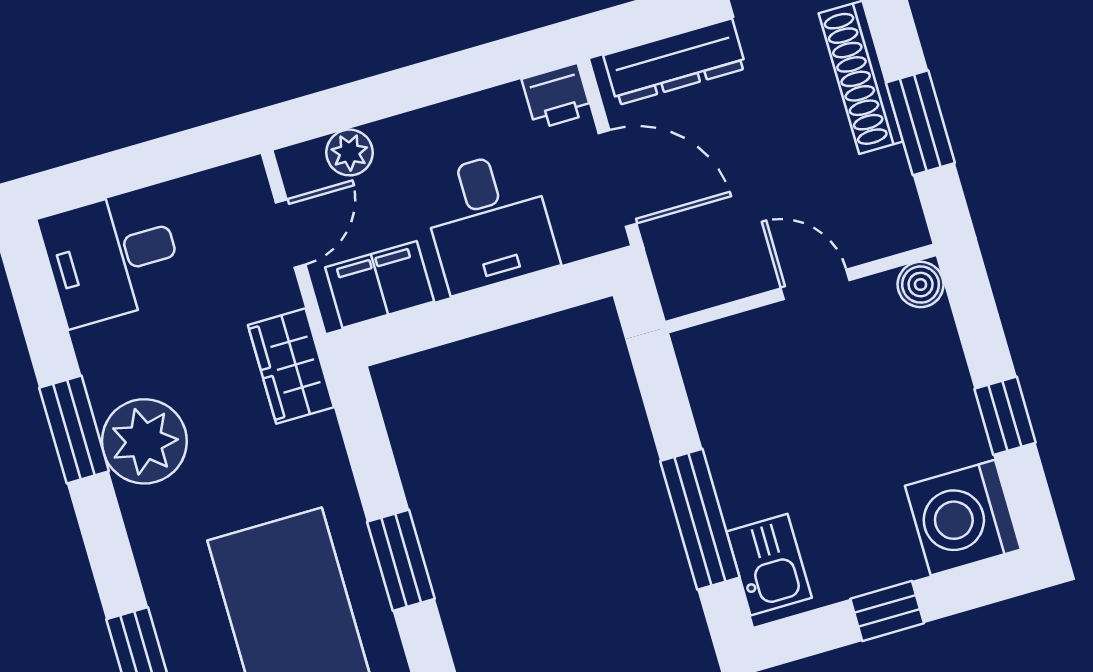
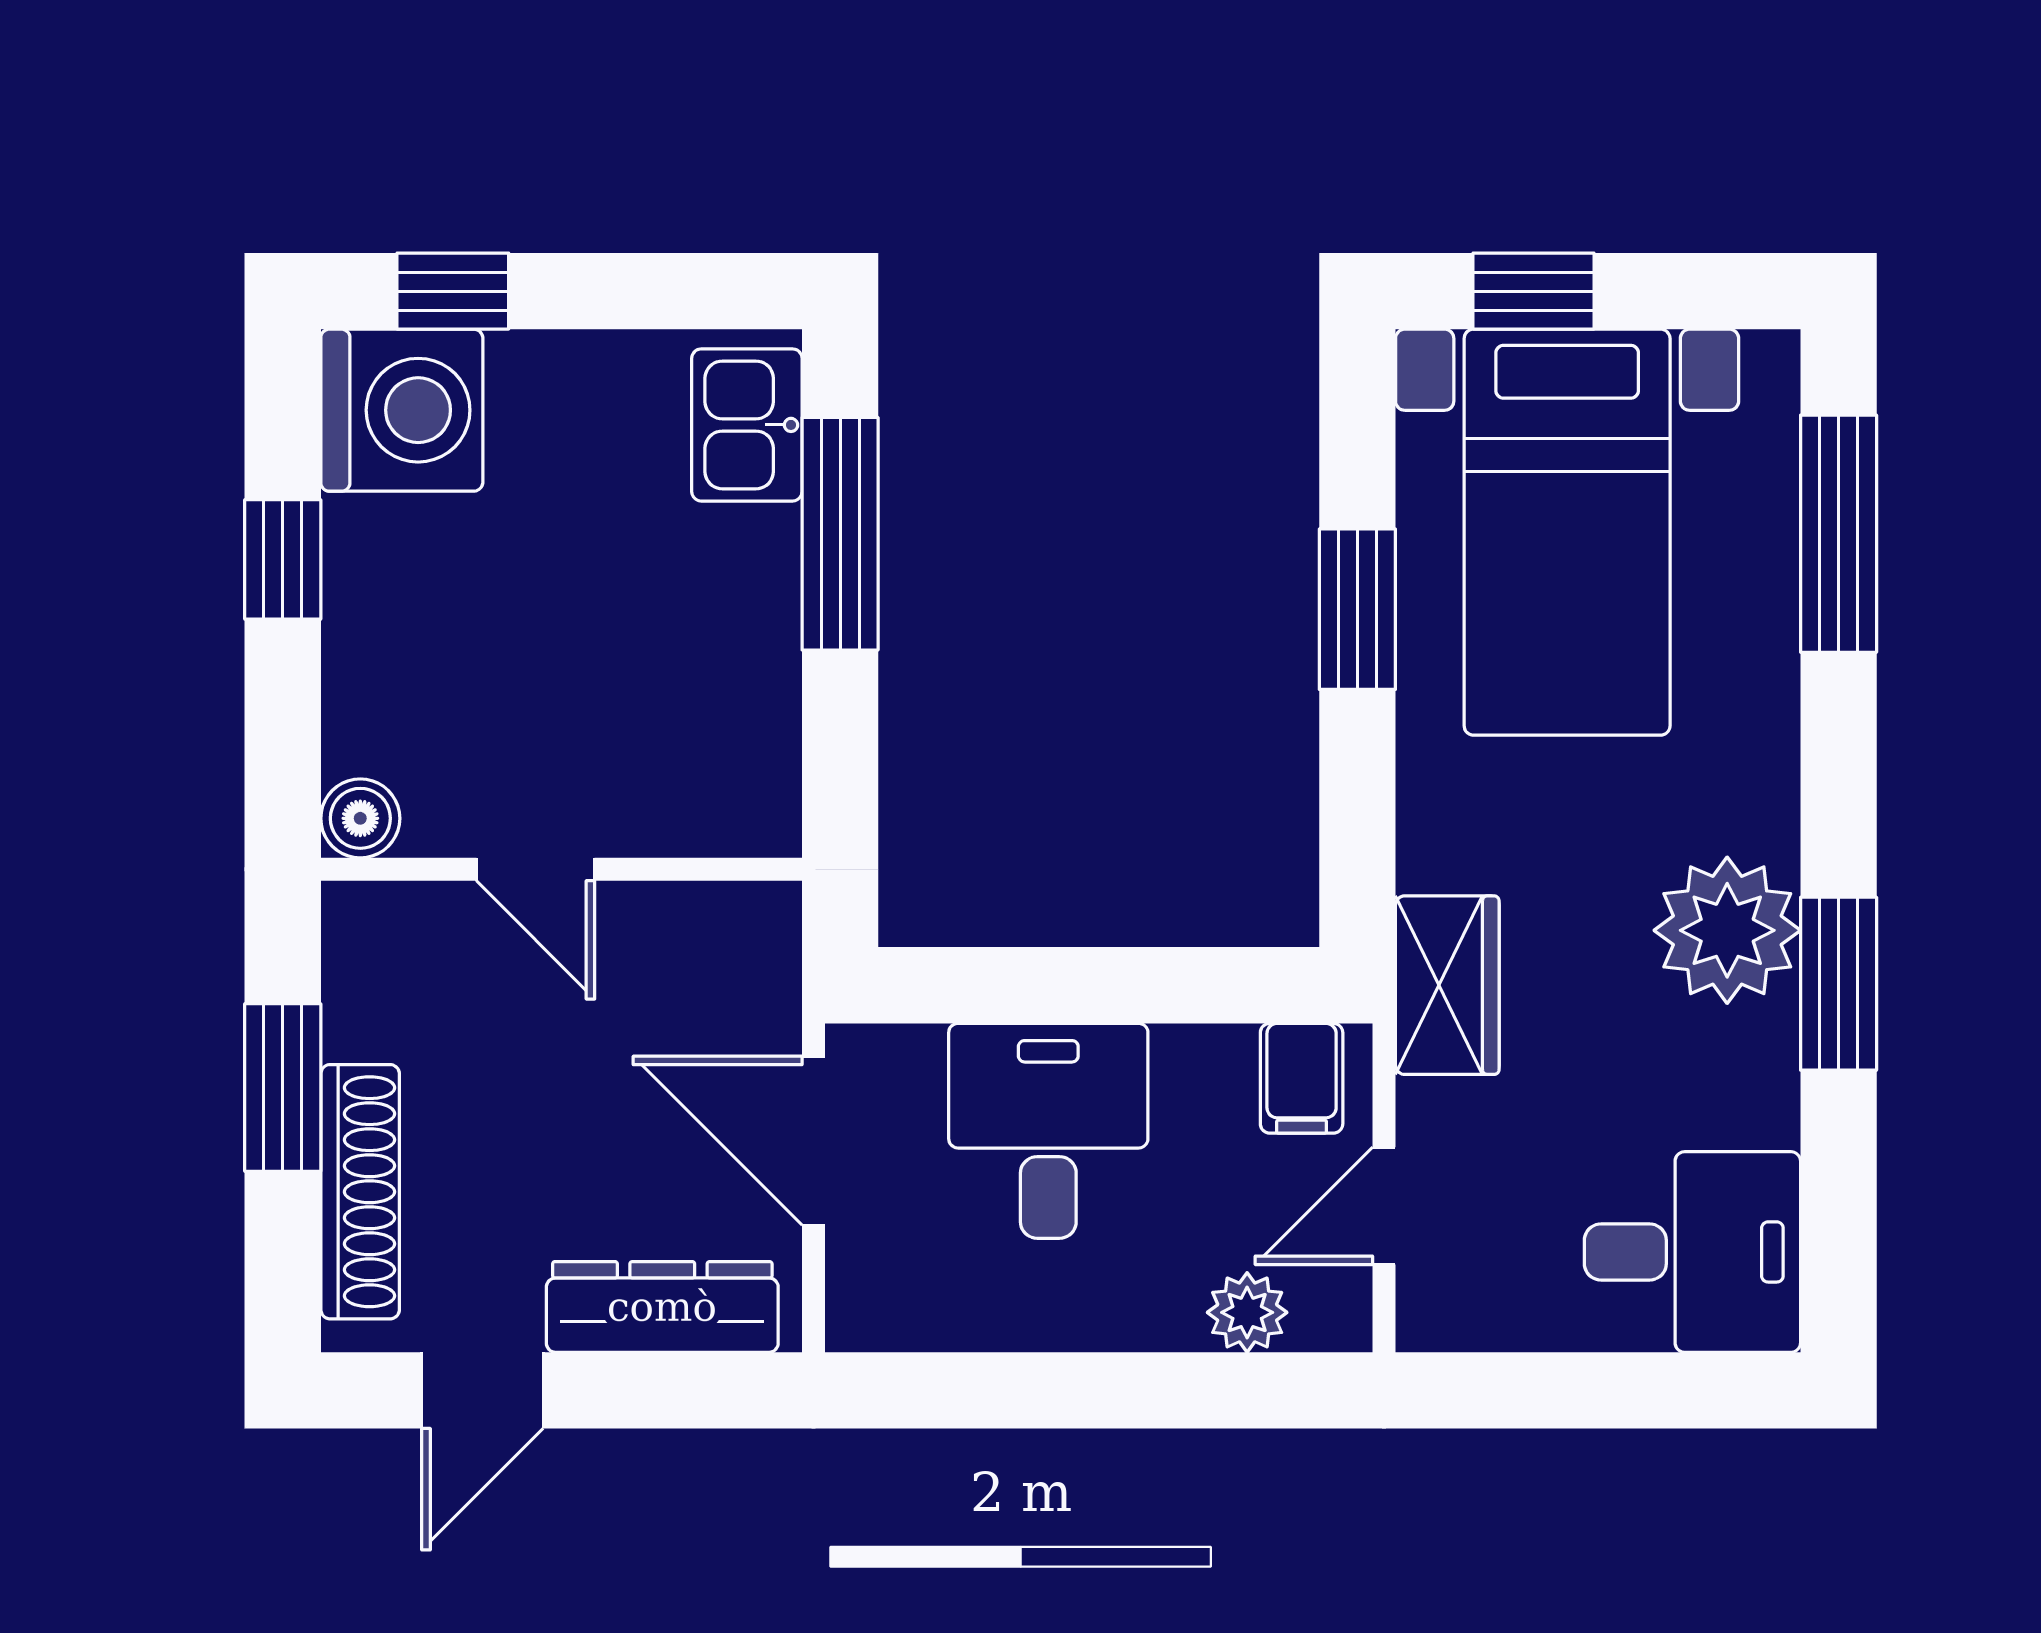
printer: (557, 96) -> (875, 1307), removed
filing cabinet: (380, 284) -> (1302, 1078), width x0.50
window: (887, 611) -> (453, 291), moved

